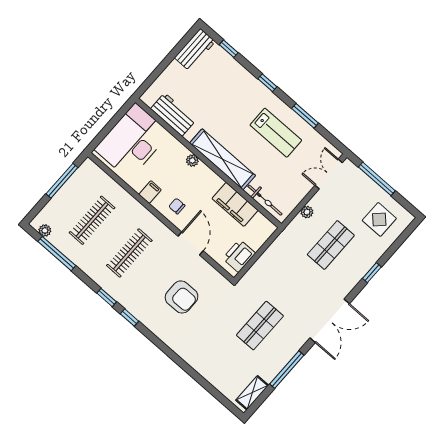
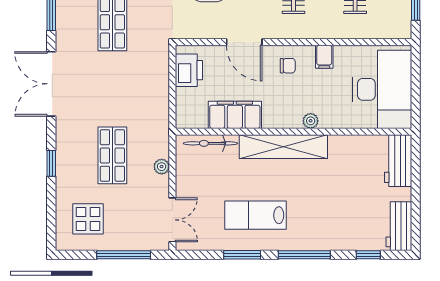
window: (267, 83) -> (304, 255), width x2.17
workbench: (173, 114) -> (398, 161), moved, turned 90

